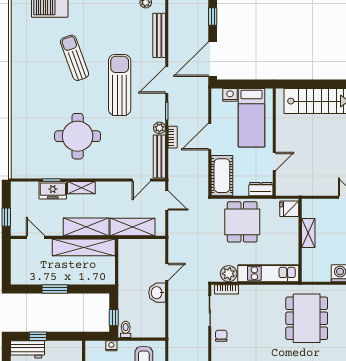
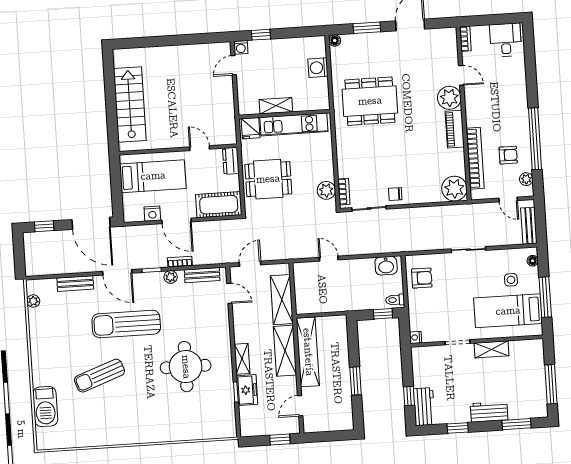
bench: (159, 35) -> (75, 284), width x0.73
nightstand: (230, 95) -> (152, 214), moved, turned -90
bench: (159, 156) -> (202, 275), width x0.73
kitchen unit: (268, 273) -> (294, 124), moved, turned -90
washbasin: (157, 293) -> (386, 266), moved
nightstand: (111, 346) -> (416, 337), moved

